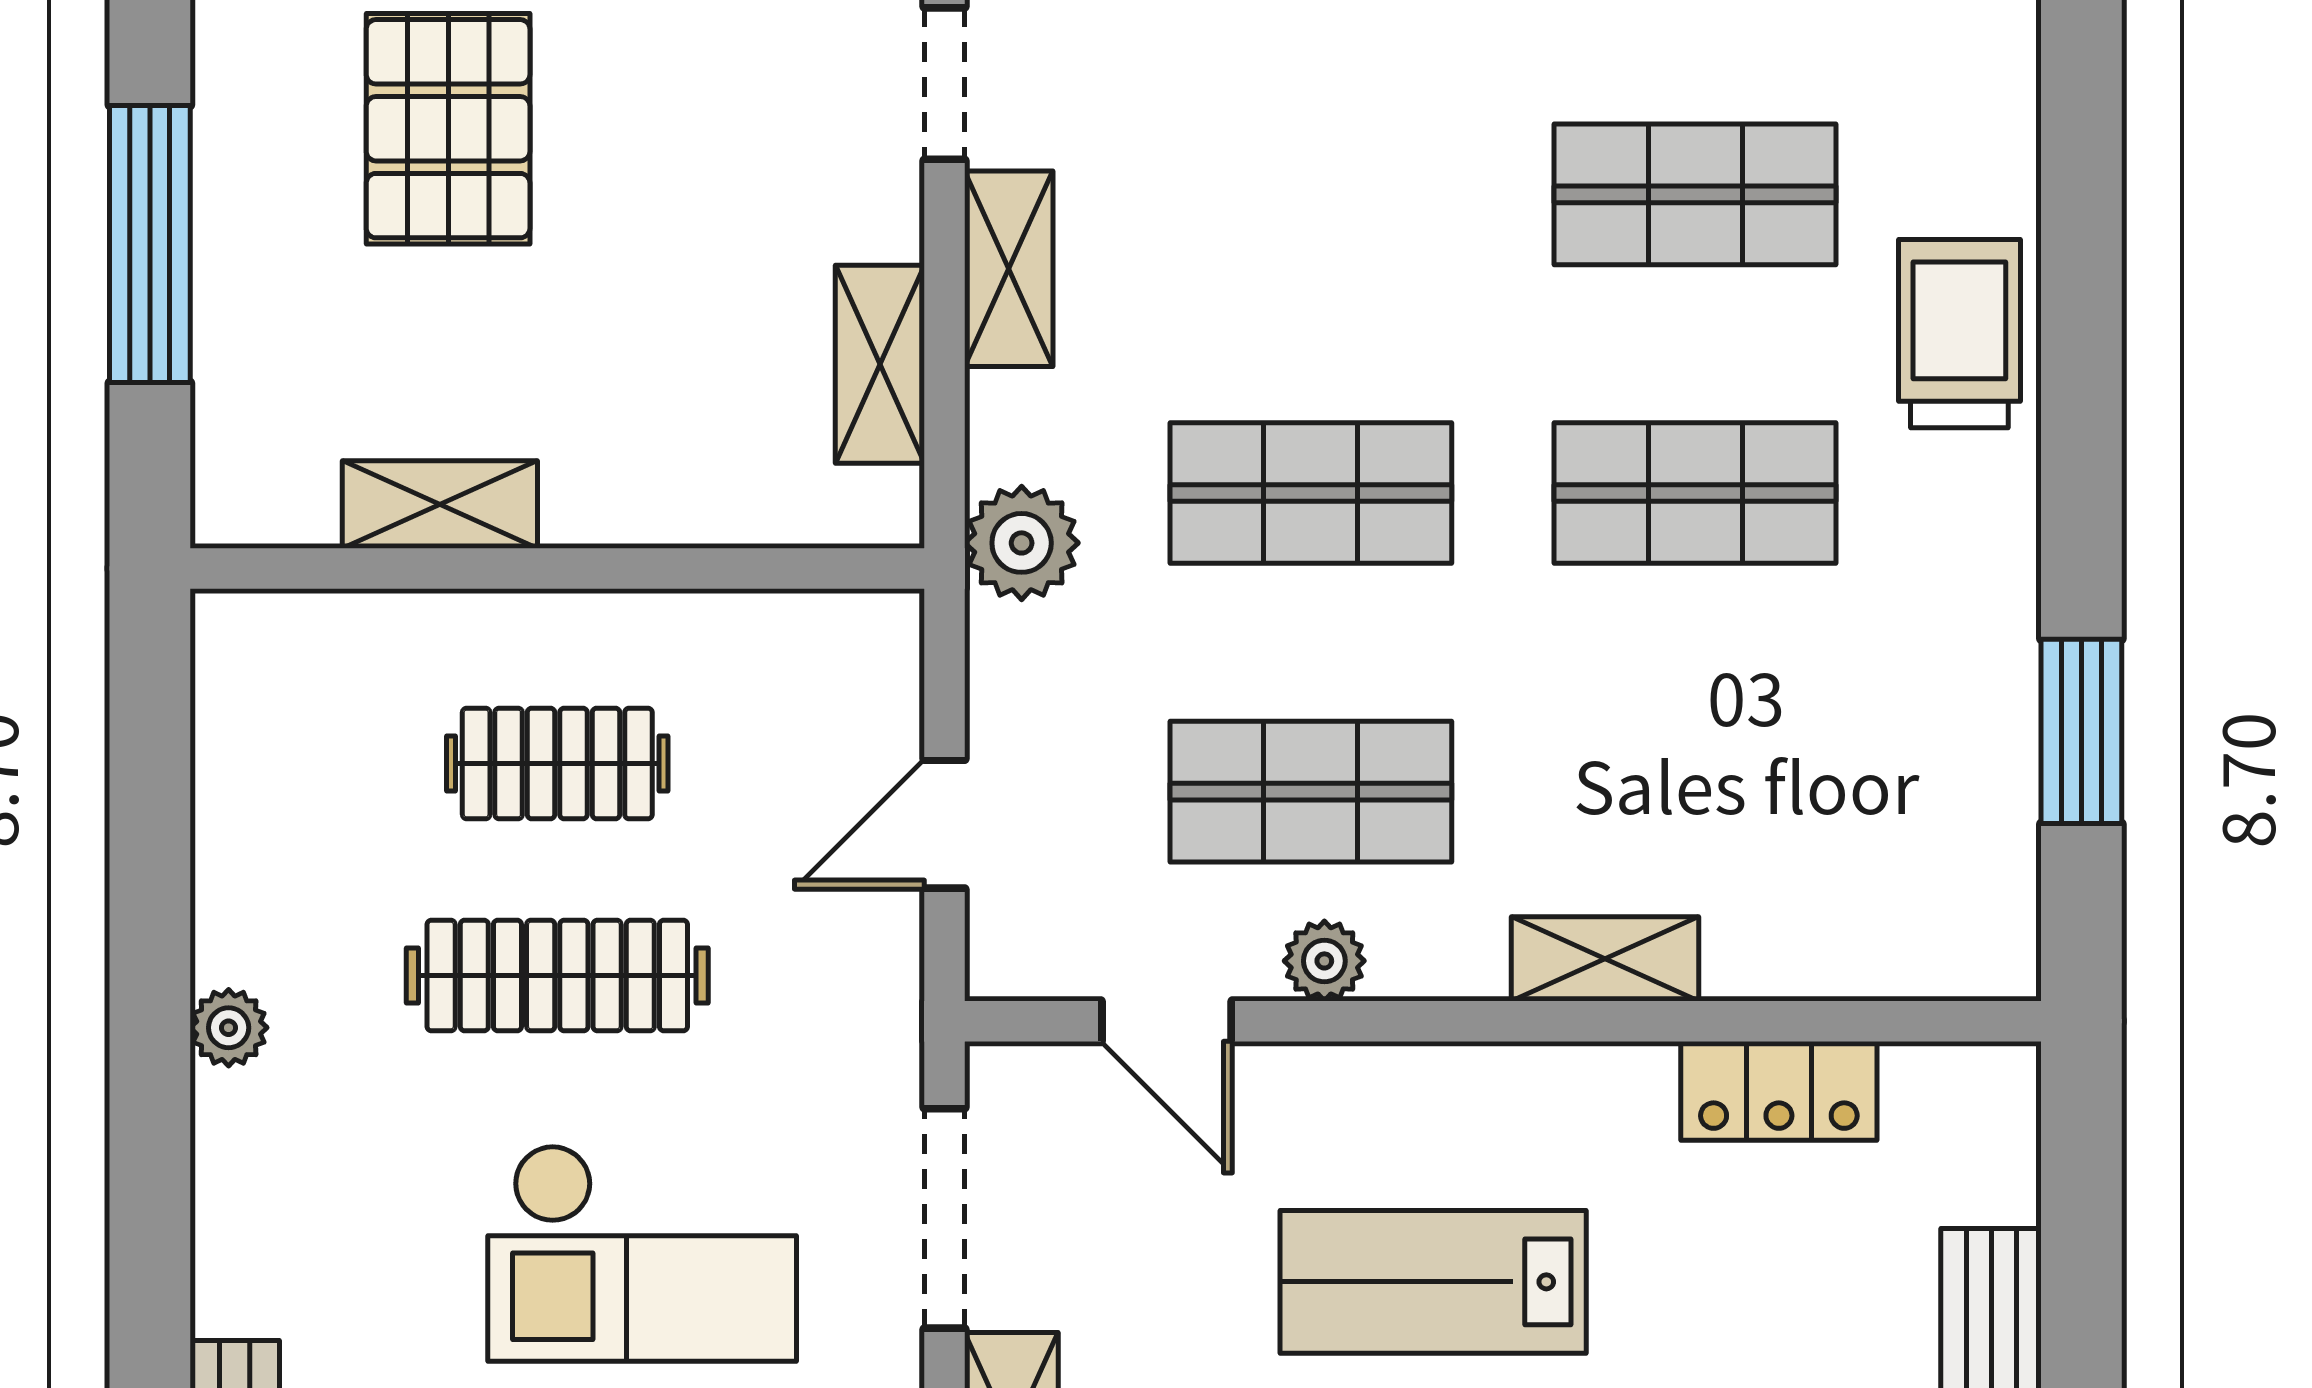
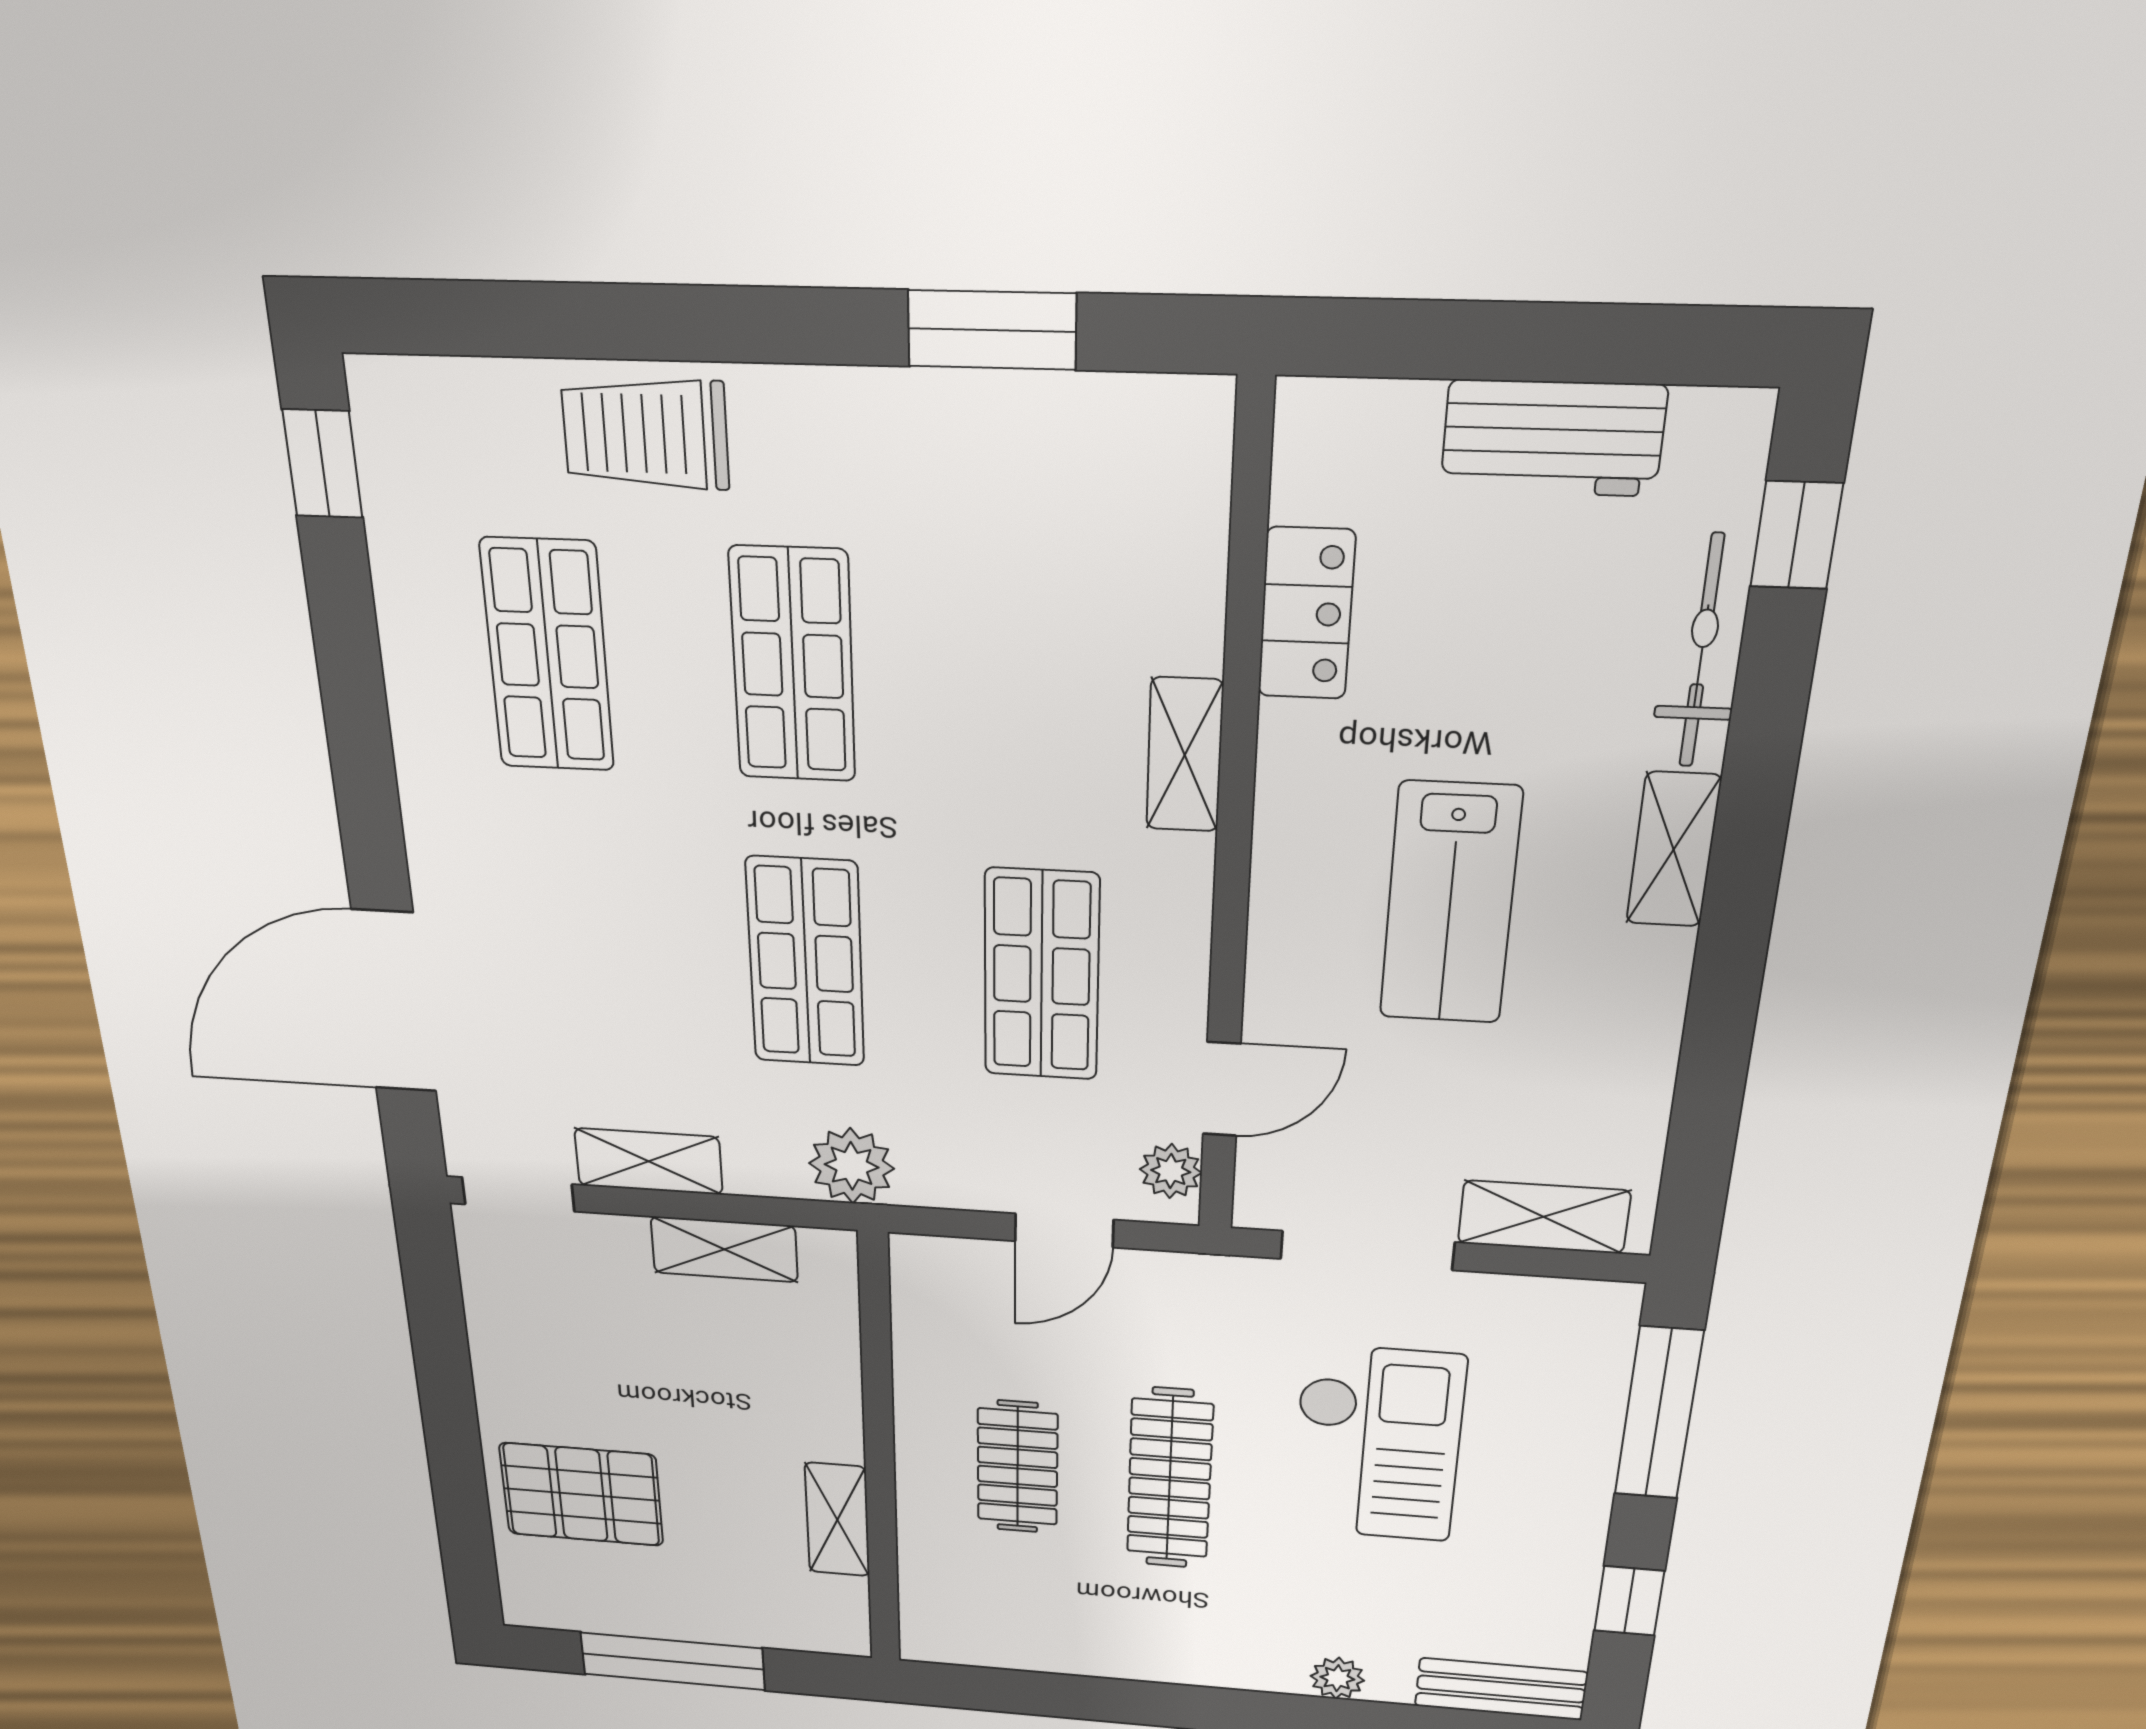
door: (945, 824) -> (1064, 1230), hinge flipped
plant: (1324, 961) -> (1171, 1171), moved
plant: (229, 1028) -> (1337, 1678), moved

